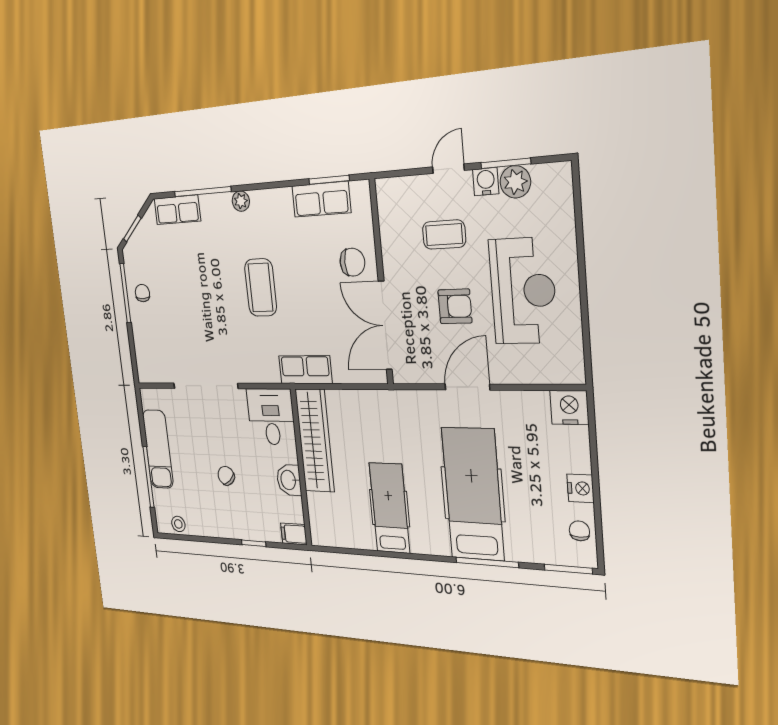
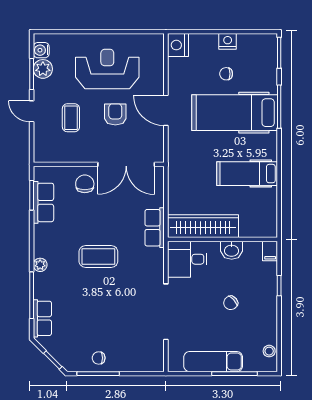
water cooler: (486, 182) -> (41, 50), moved
chair: (579, 531) -> (226, 74), moved

